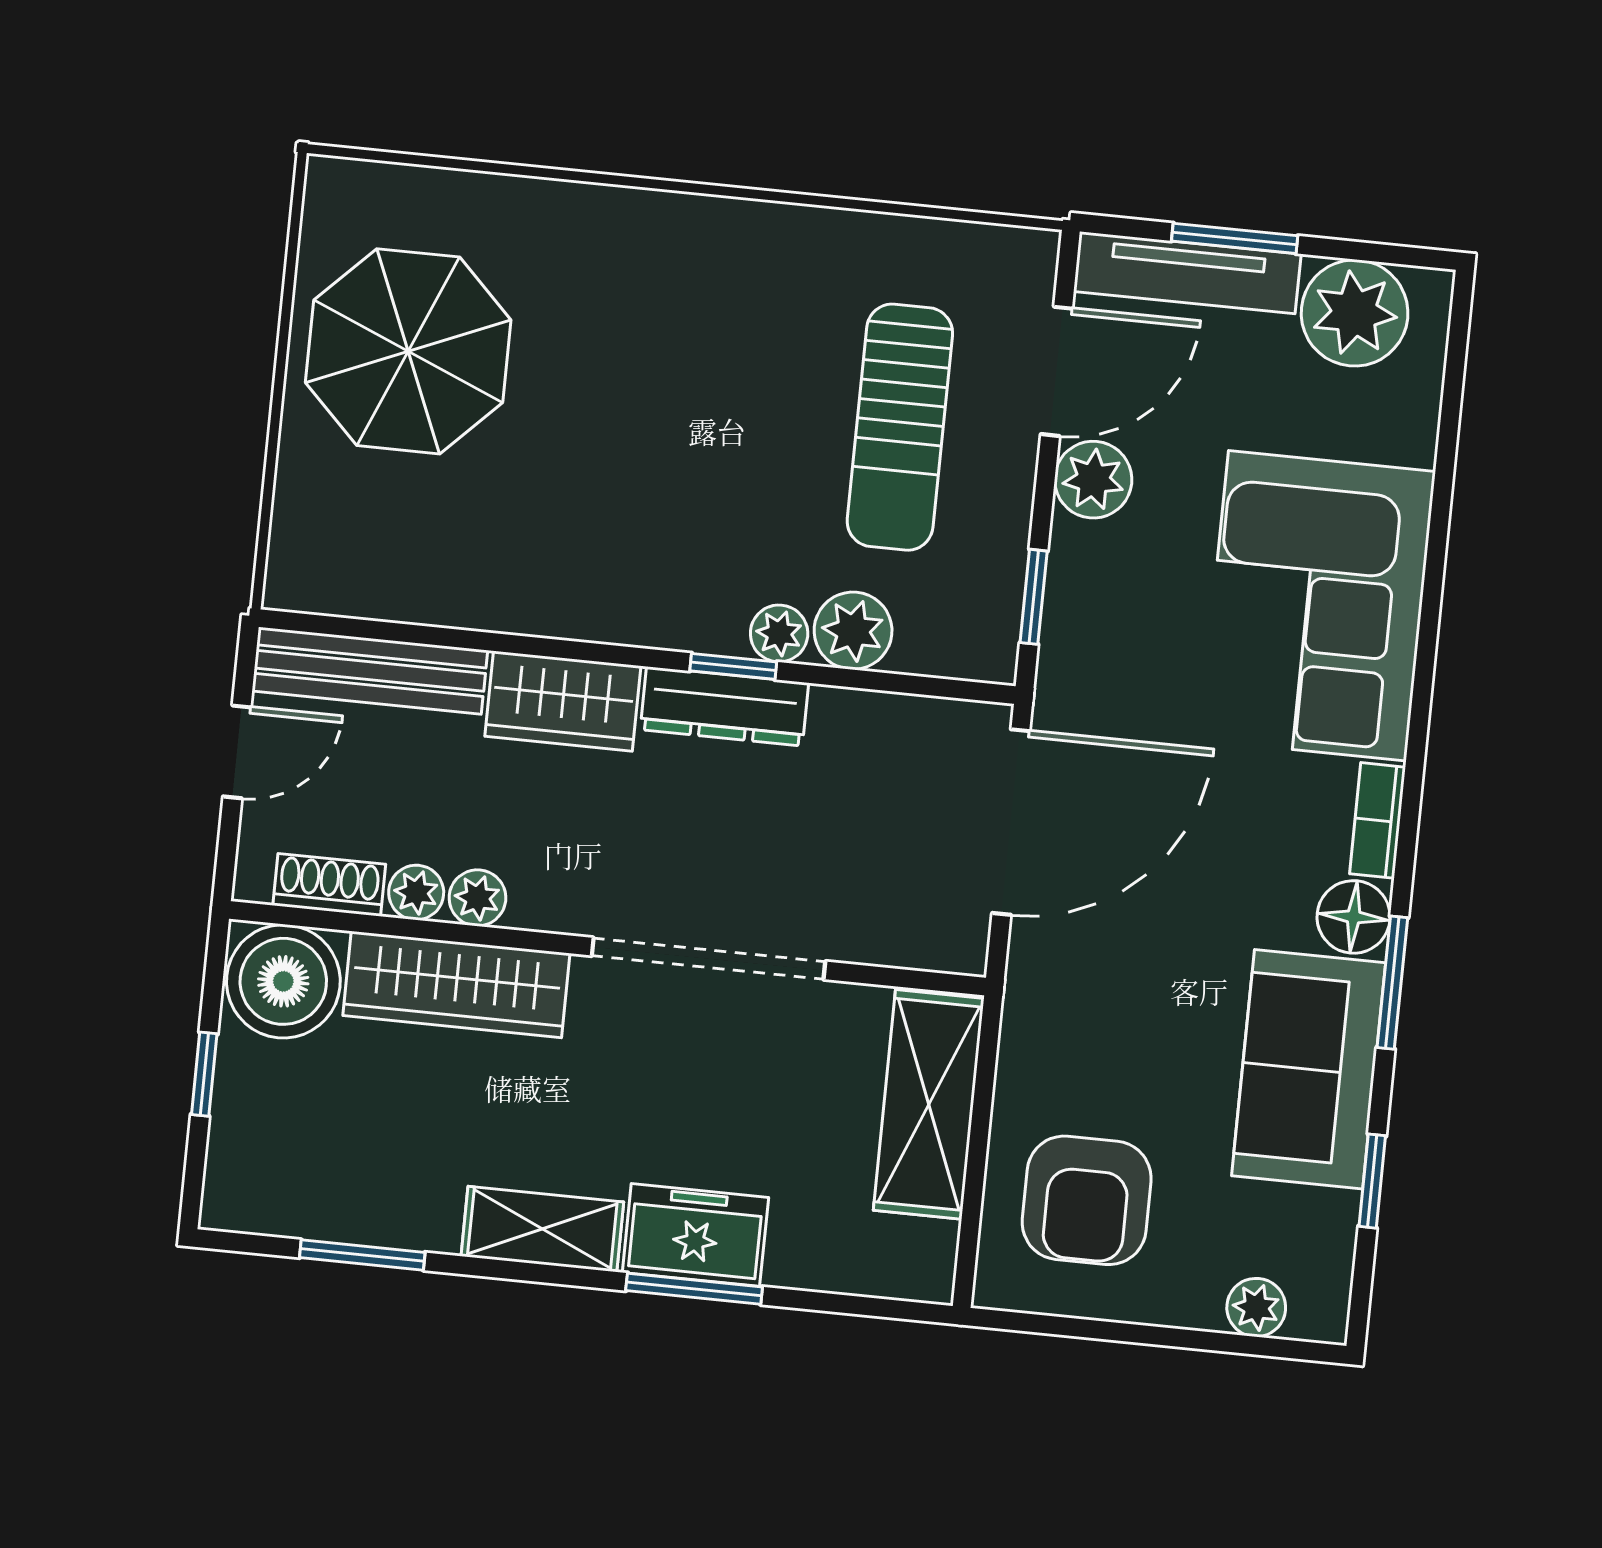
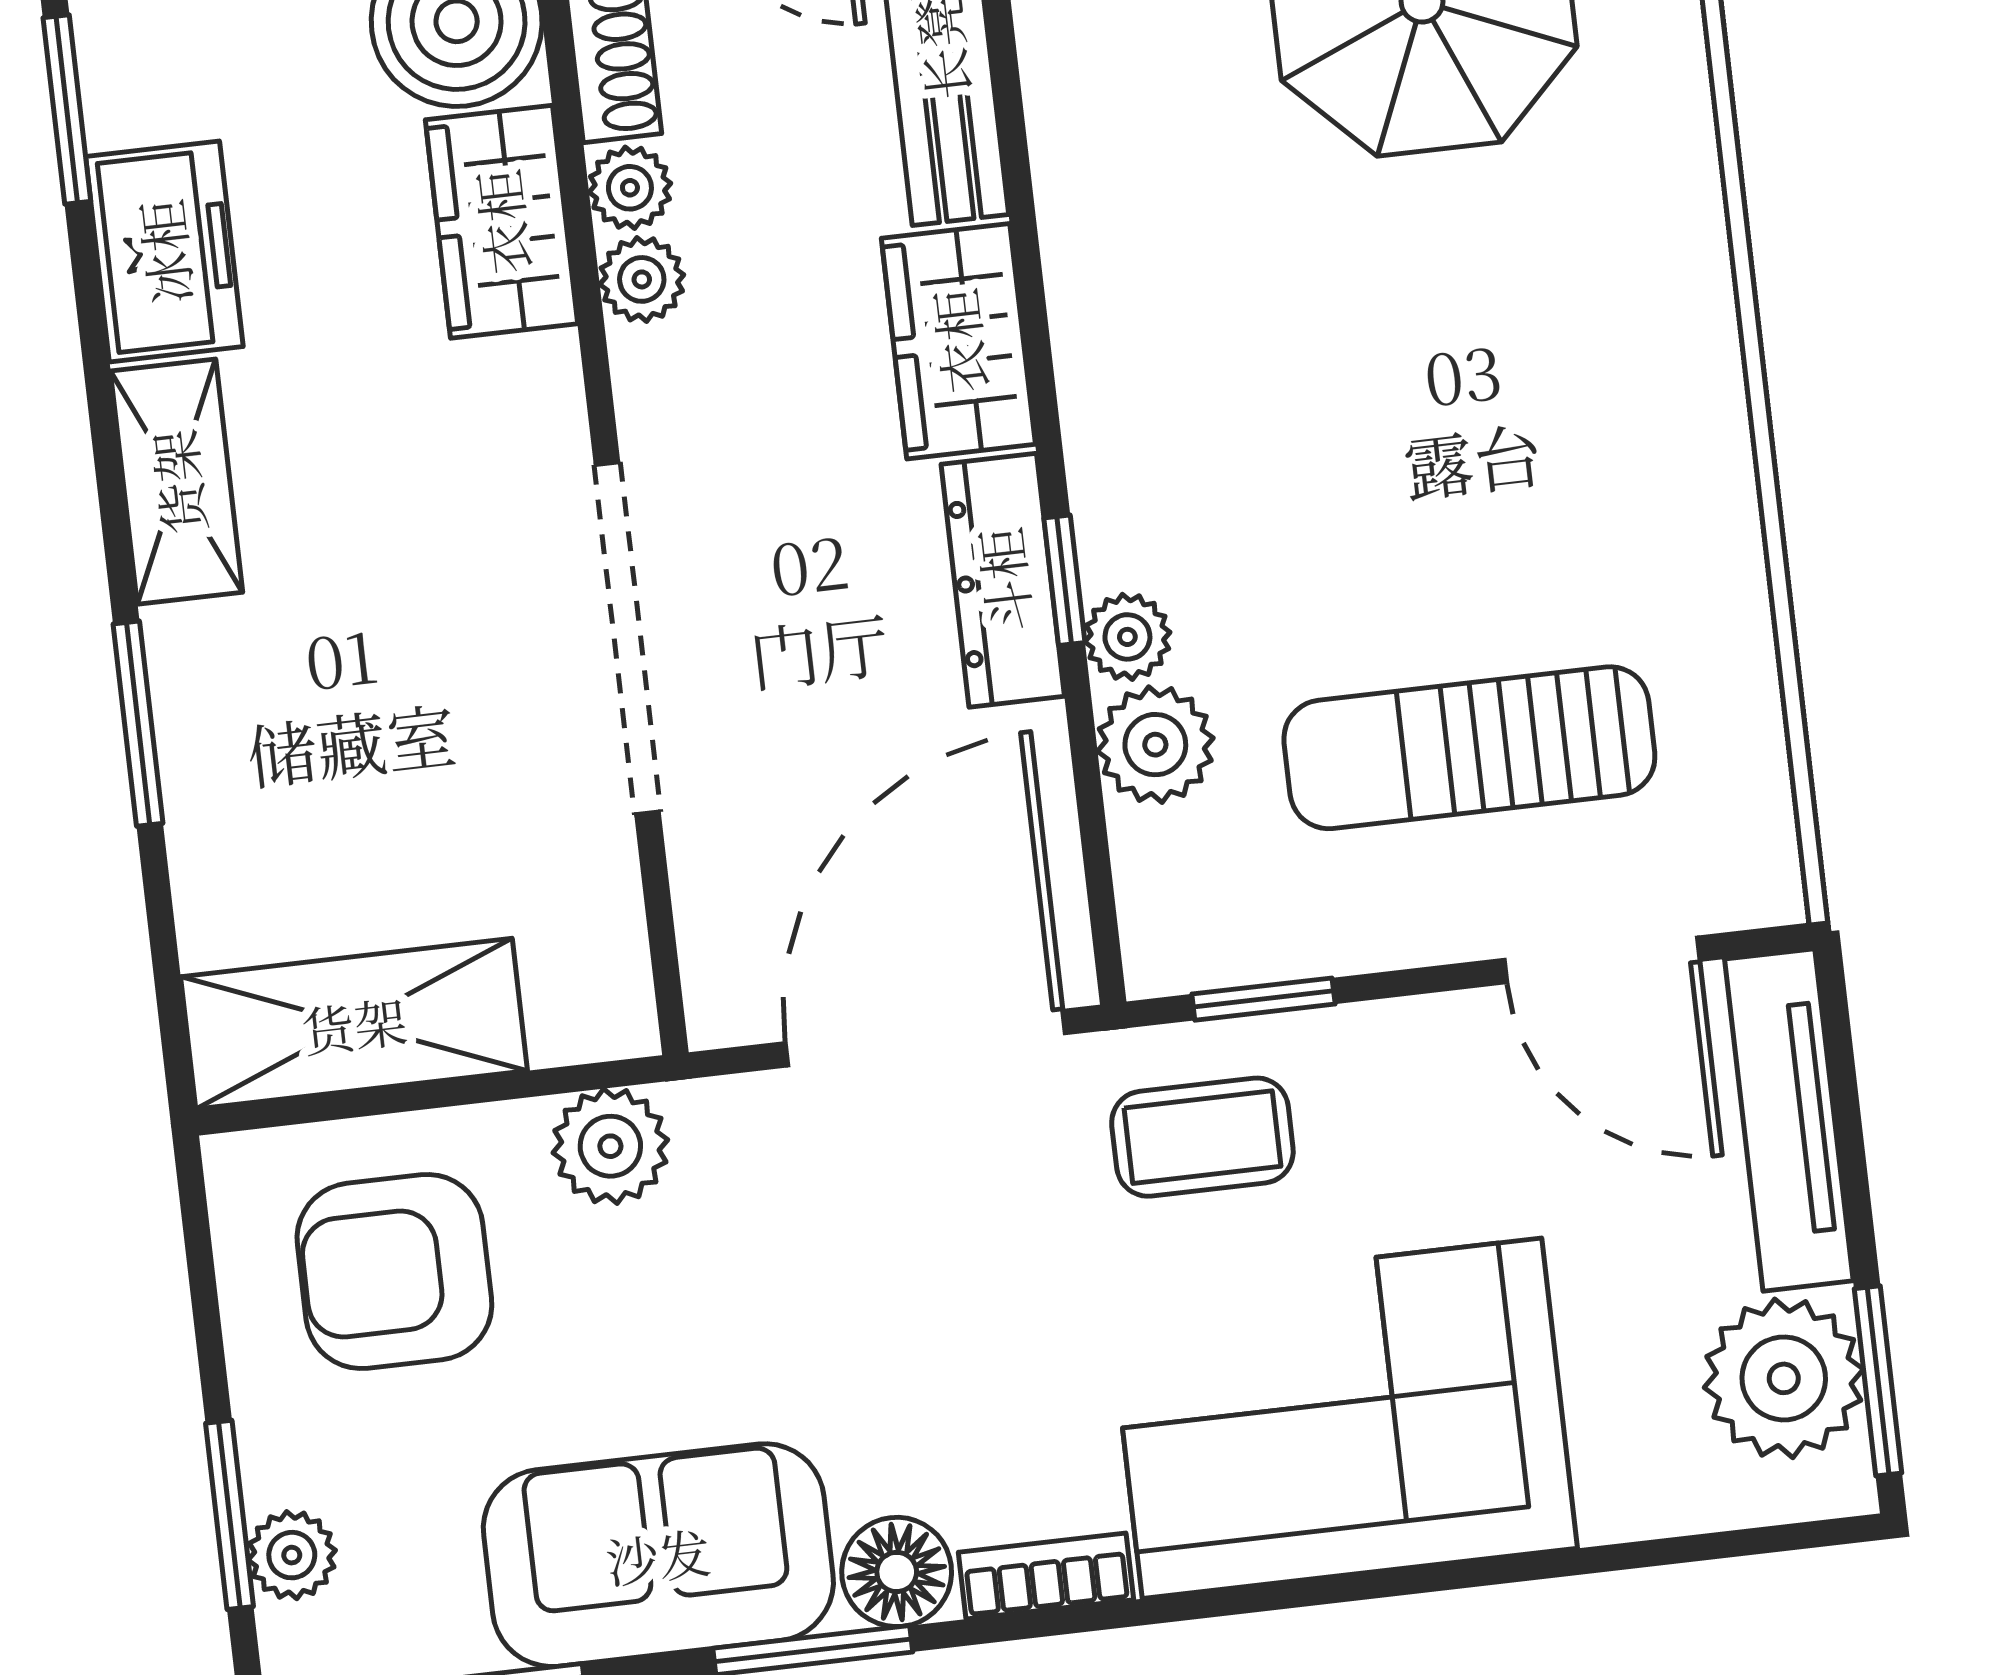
window: (1235, 238) -> (1878, 1381), moved
plant: (1093, 480) -> (610, 1146), moved
coffee table: (1115, 656) -> (1202, 1137), added
door: (1011, 822) -> (925, 1038), swing flipped
wardrobe: (456, 985) -> (501, 222), width x0.67
shelving: (929, 1104) -> (354, 1024), moved
freezer: (695, 1235) -> (164, 252), moved
window: (362, 1255) -> (67, 109), moved
window: (1221, 1342) -> (230, 1515), added

